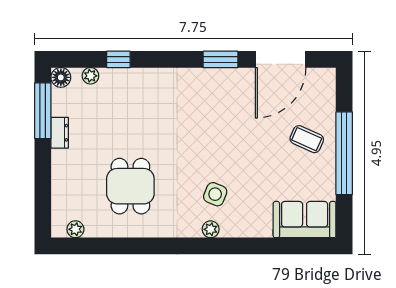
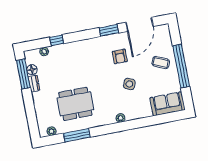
floor lamp: (61, 77) -> (32, 70), moved
armchair: (232, 113) -> (120, 56), added
dining table: (130, 186) -> (75, 104), width x1.38
side table: (215, 194) -> (129, 84), moved
window: (122, 246) -> (77, 135), added

